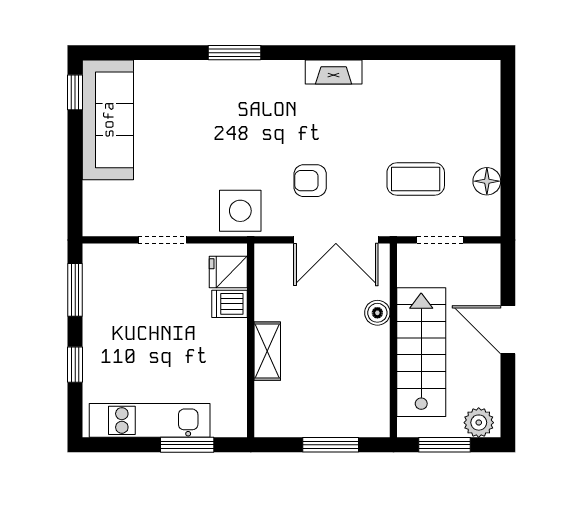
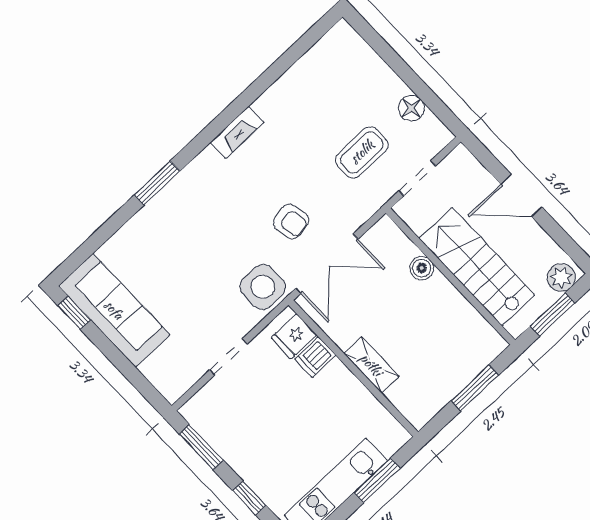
armchair: (310, 181) -> (291, 221), turned -101
double door: (336, 240) -> (327, 264), moved

